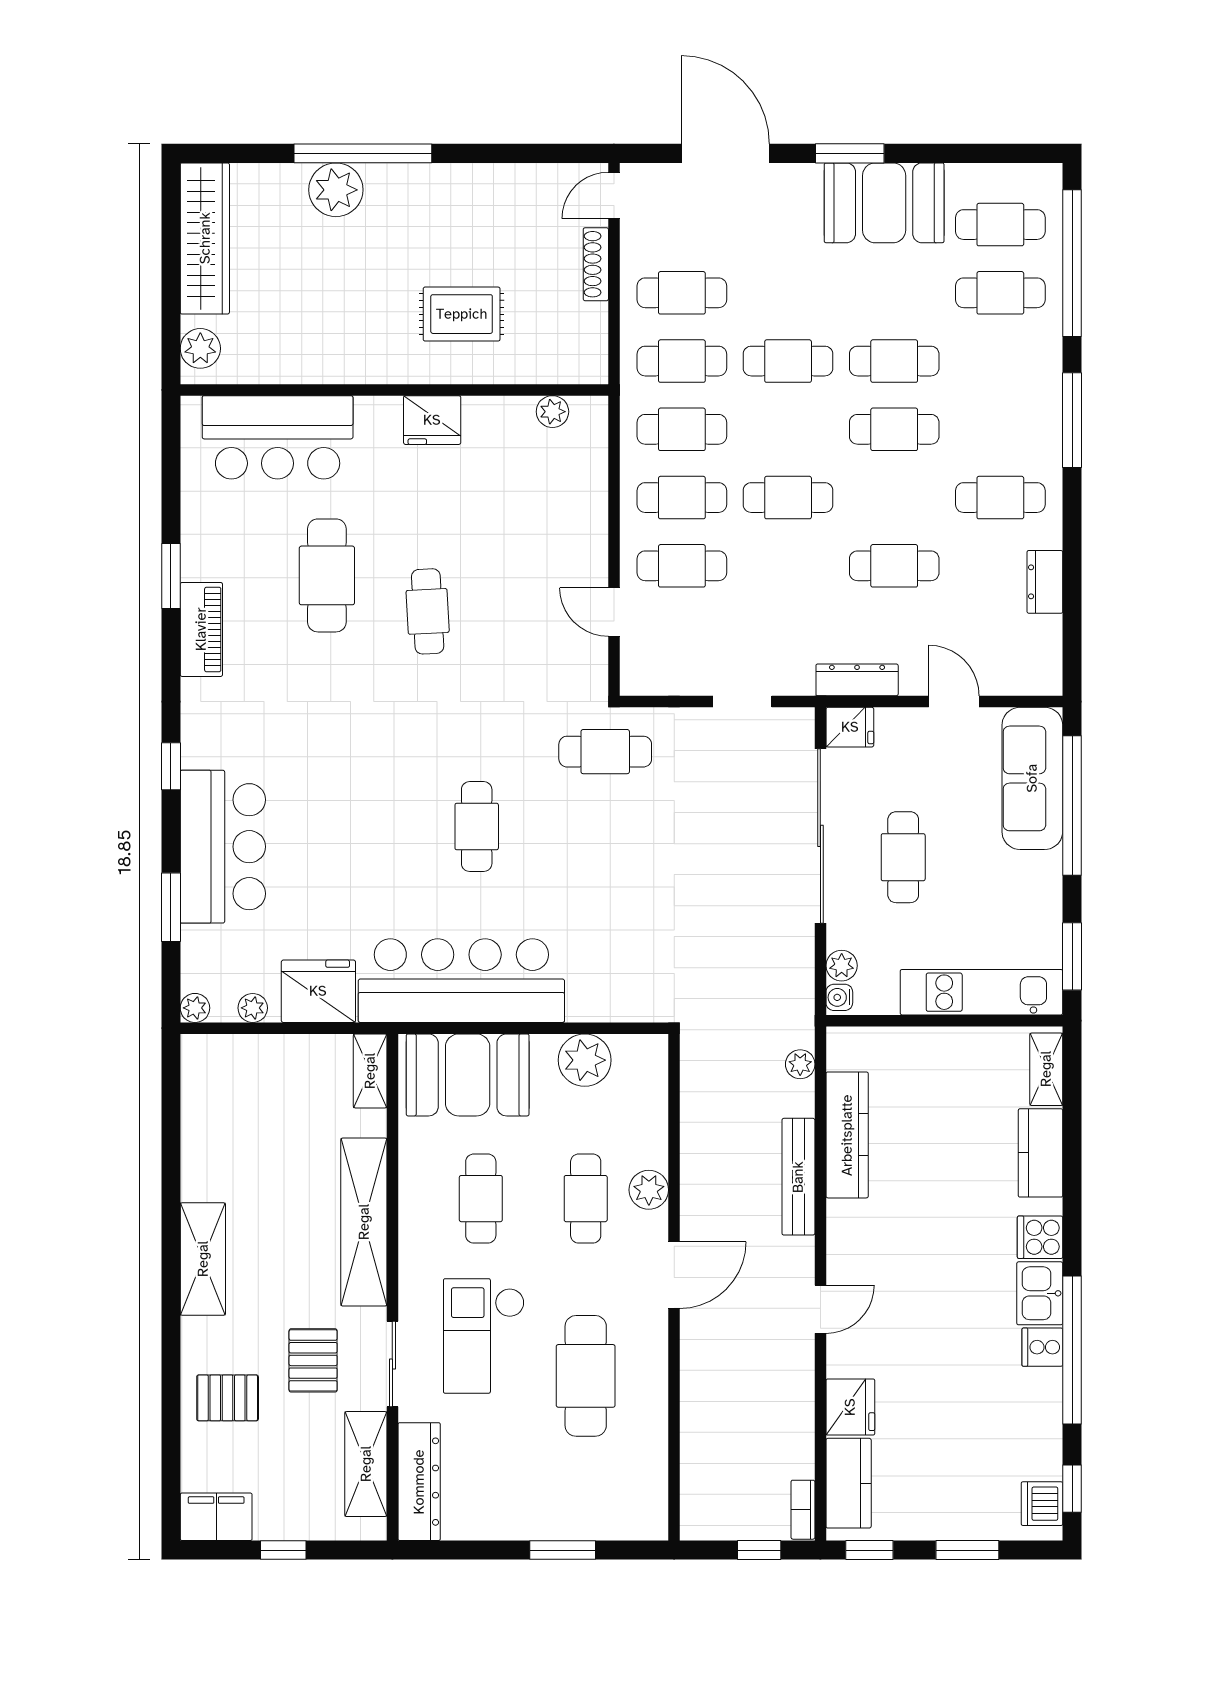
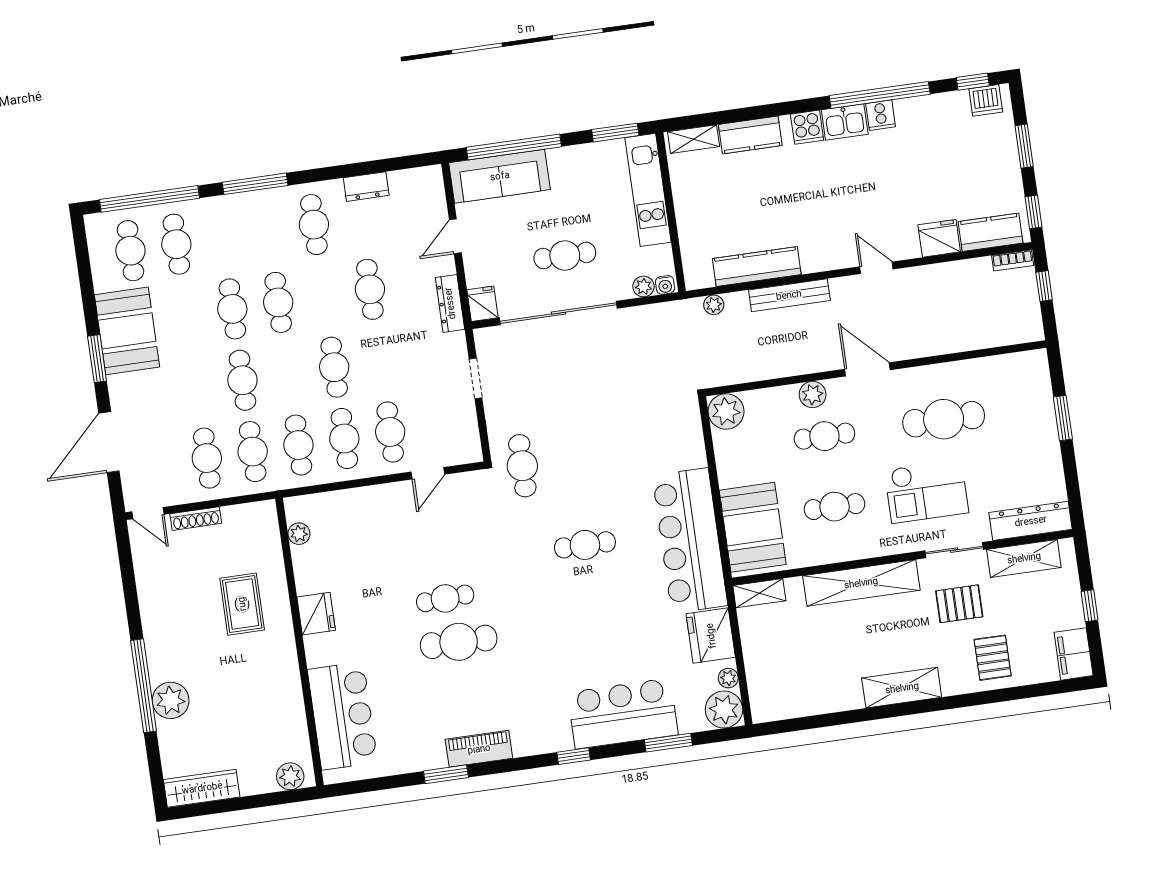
wardrobe: (205, 238) -> (202, 788), width x0.71, depth x0.85
cafe table: (327, 575) -> (459, 642), moved
plant: (195, 1008) -> (724, 709), width x1.87, depth x1.87
plant: (585, 1060) -> (726, 411), moved

